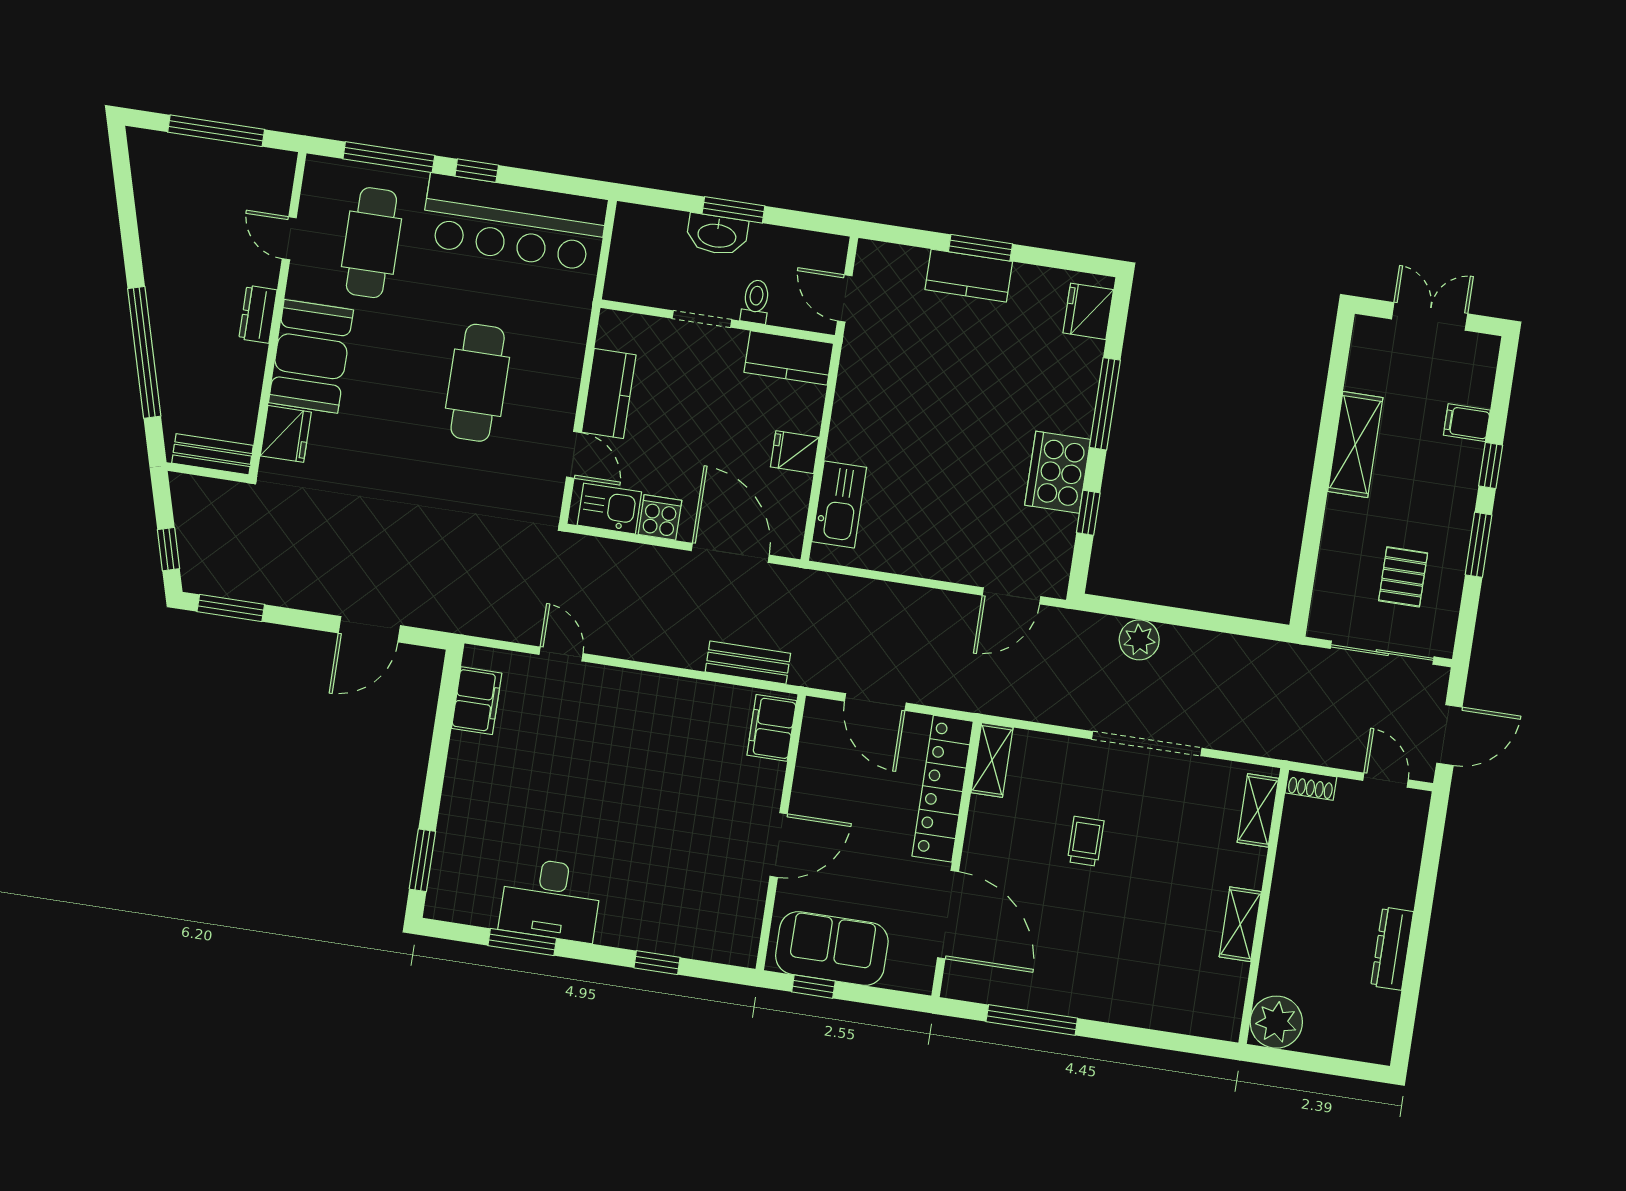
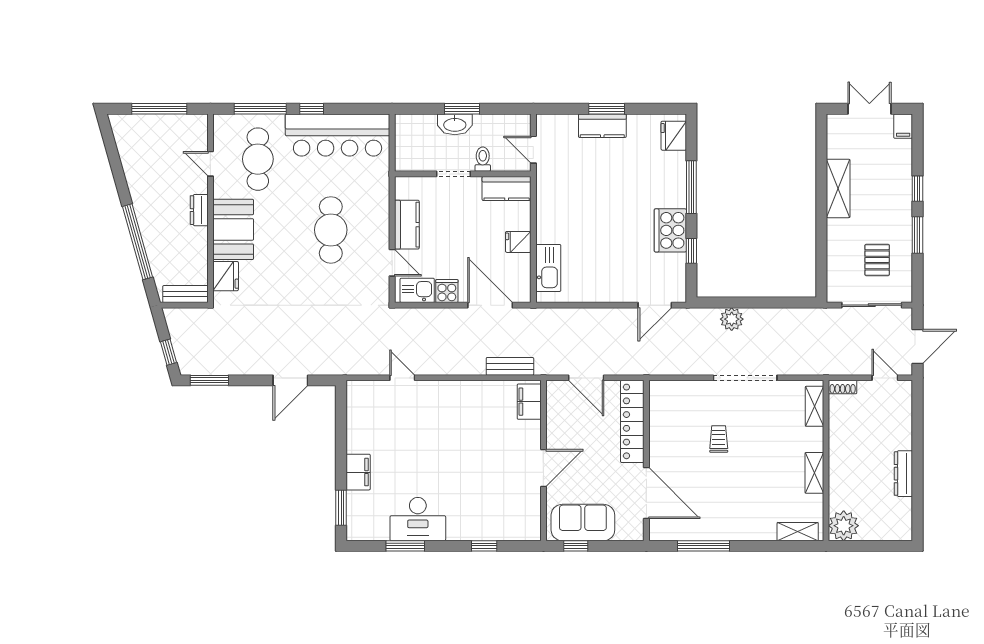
filing cabinet: (1467, 423) -> (903, 126), moved, turned -90
filing cabinet: (477, 701) -> (358, 472), moved
shelving: (992, 760) -> (798, 532), moved, turned 90

